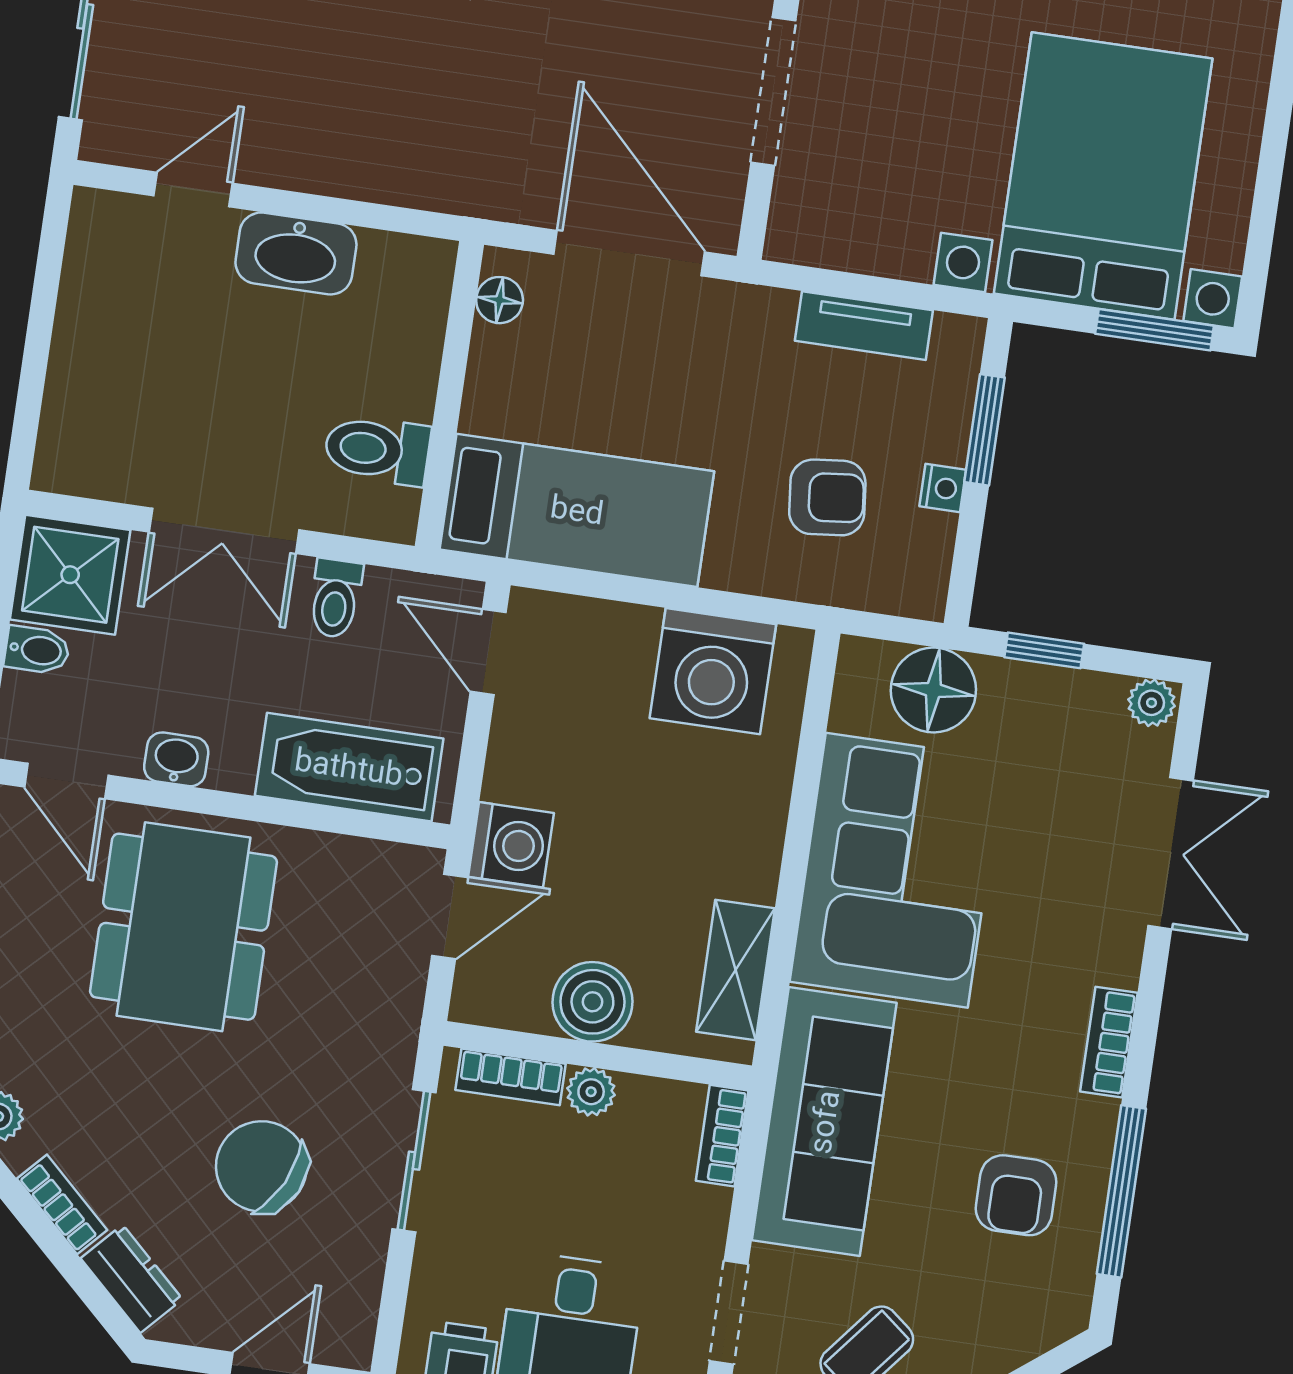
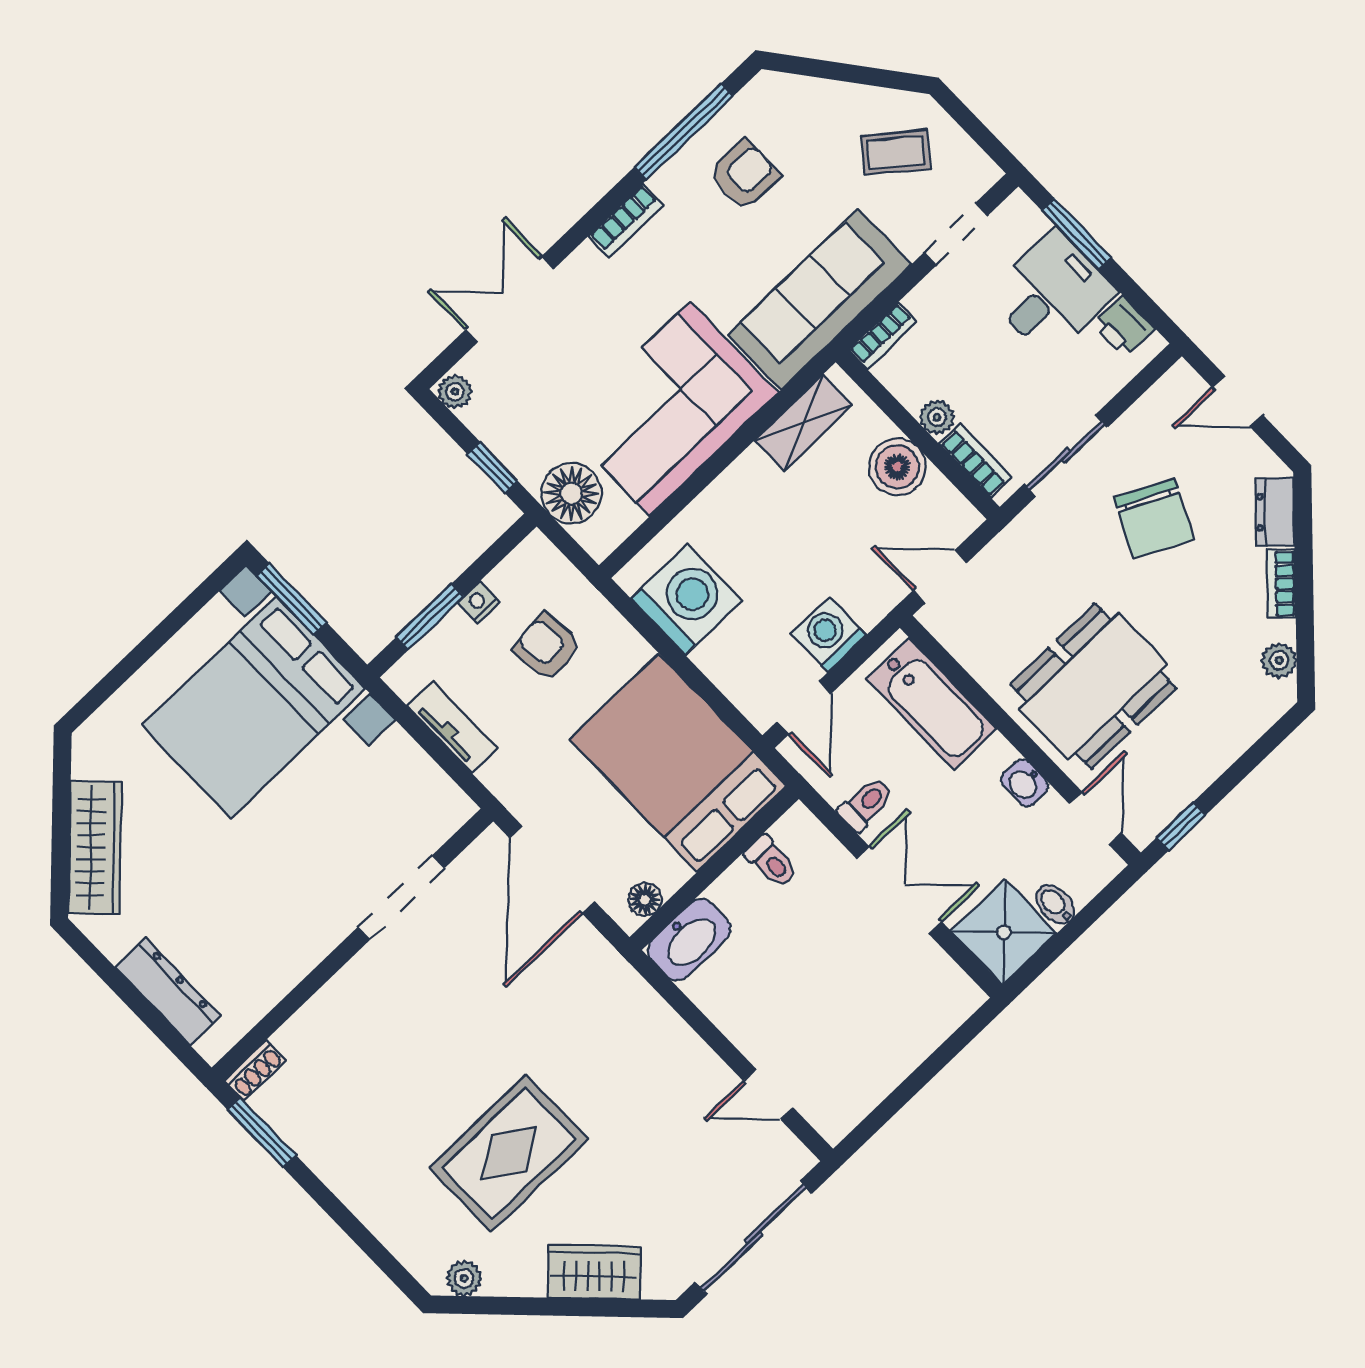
washbasin: (296, 253) -> (689, 940), moved, turned 90
toilet: (377, 450) -> (771, 862), width x0.73, depth x0.72
bed: (577, 510) -> (678, 763), width x1.50
washing machine: (511, 845) -> (829, 634), moved

